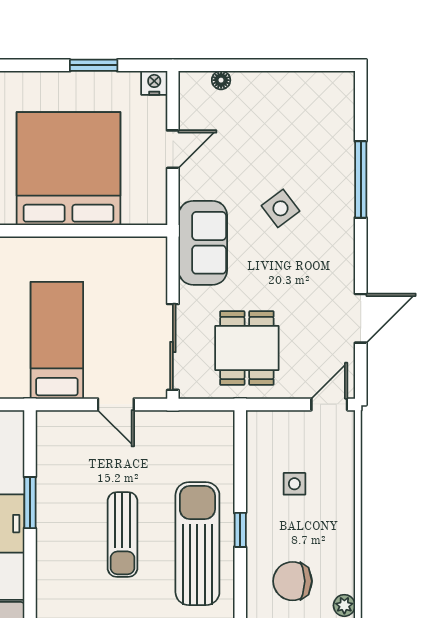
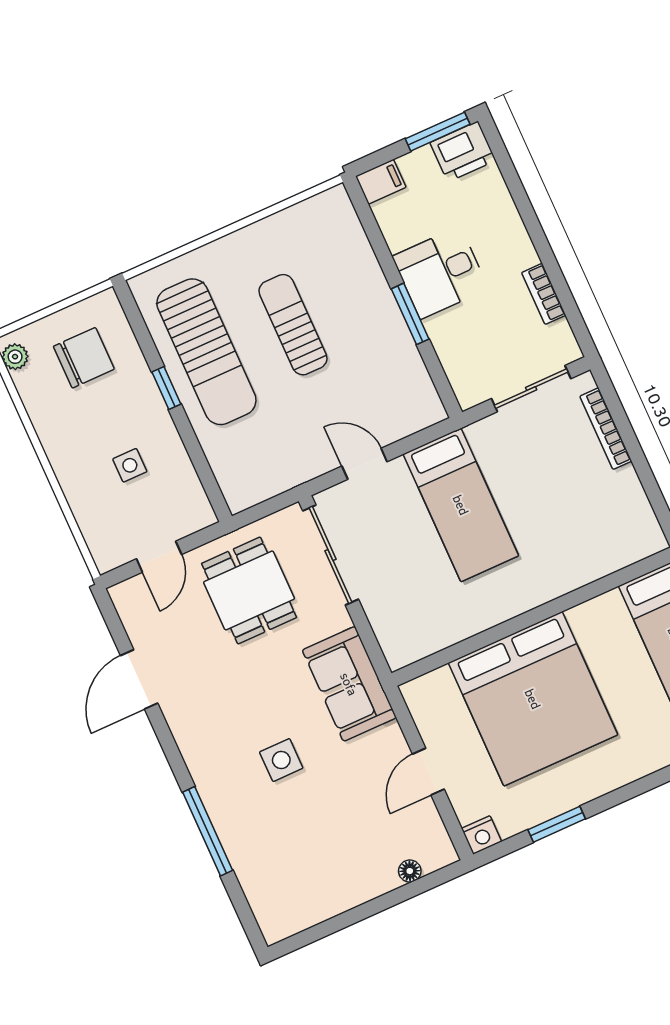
side table: (280, 208) -> (281, 760), turned 37
door: (329, 404) -> (159, 557), moved

